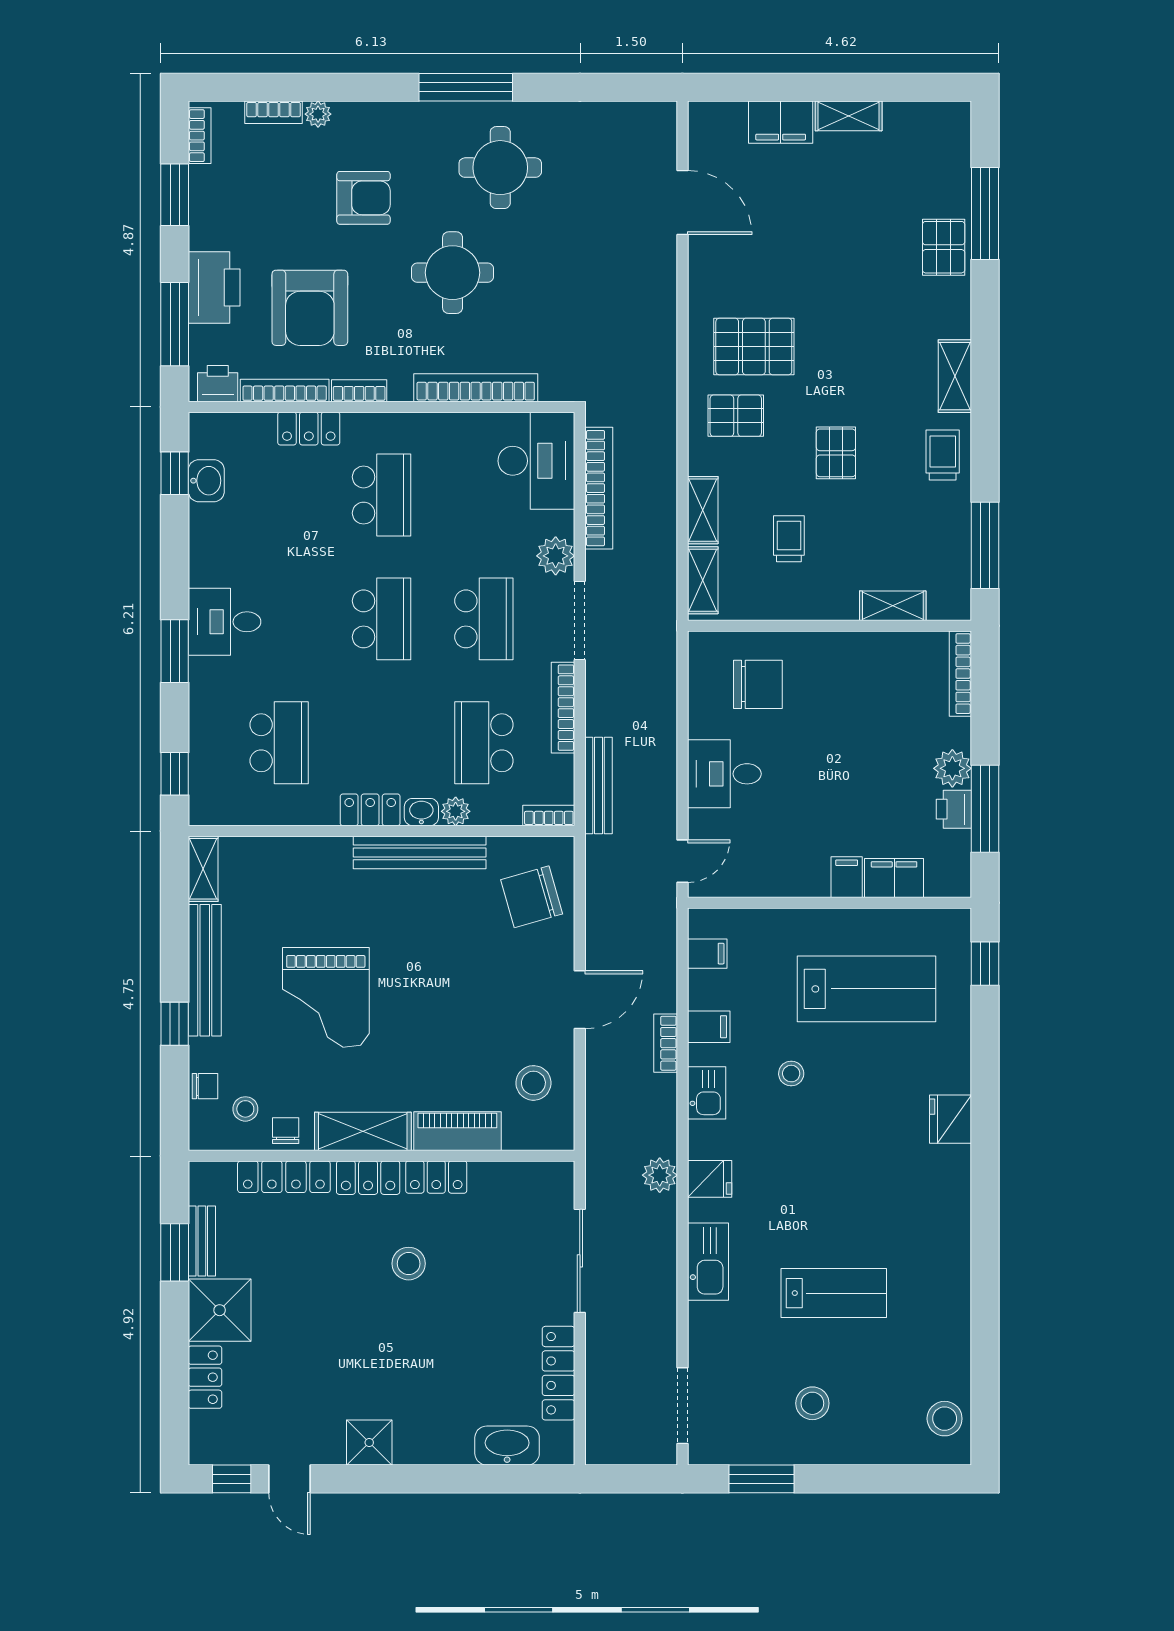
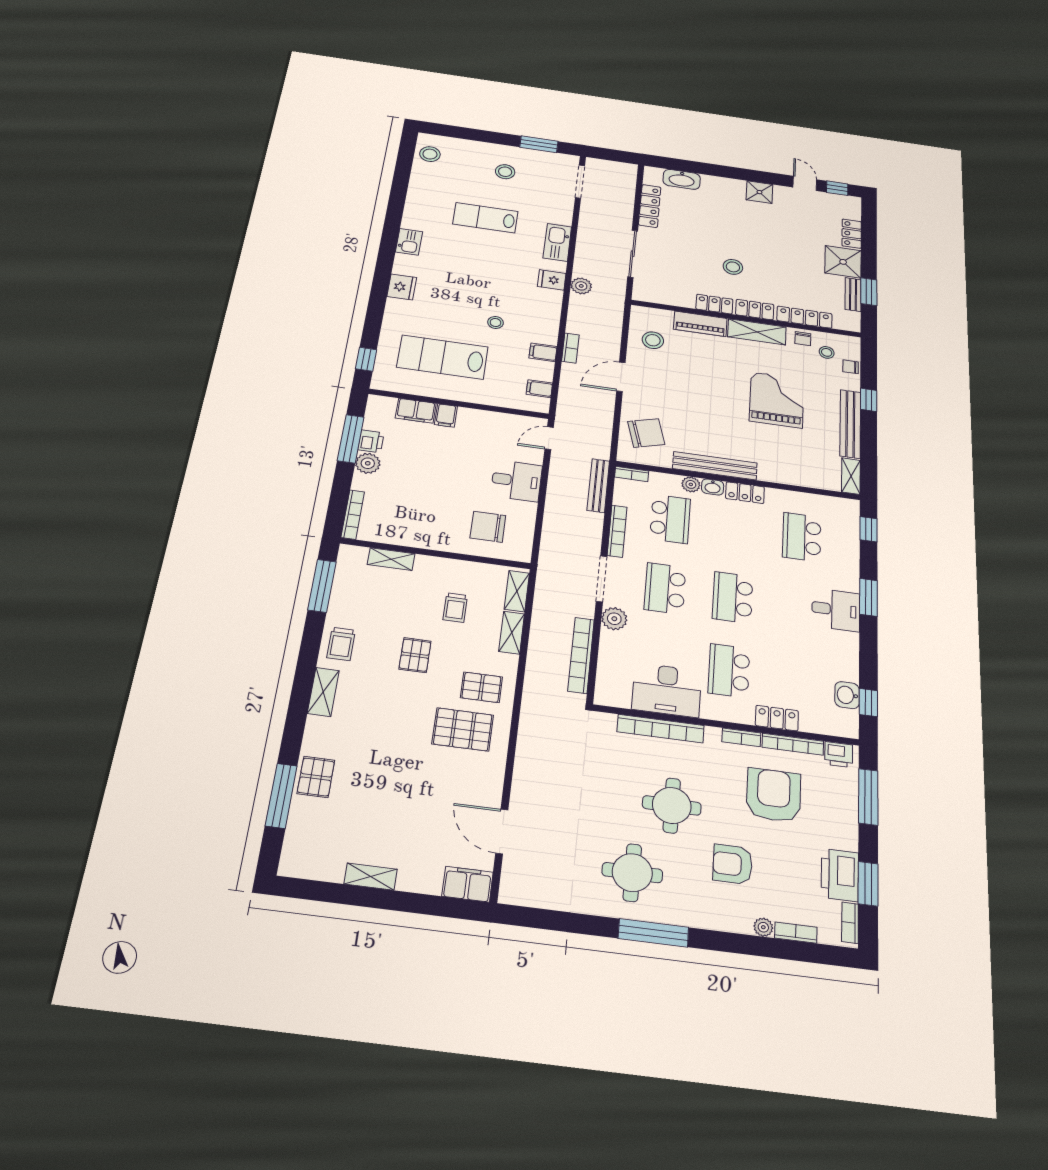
filing cabinet: (781, 122) -> (468, 884), moved
printer: (214, 287) -> (840, 875), moved
desk: (536, 461) -> (667, 690), moved, turned -90
kitchen sink: (707, 1093) -> (409, 242), moved, turned 180

